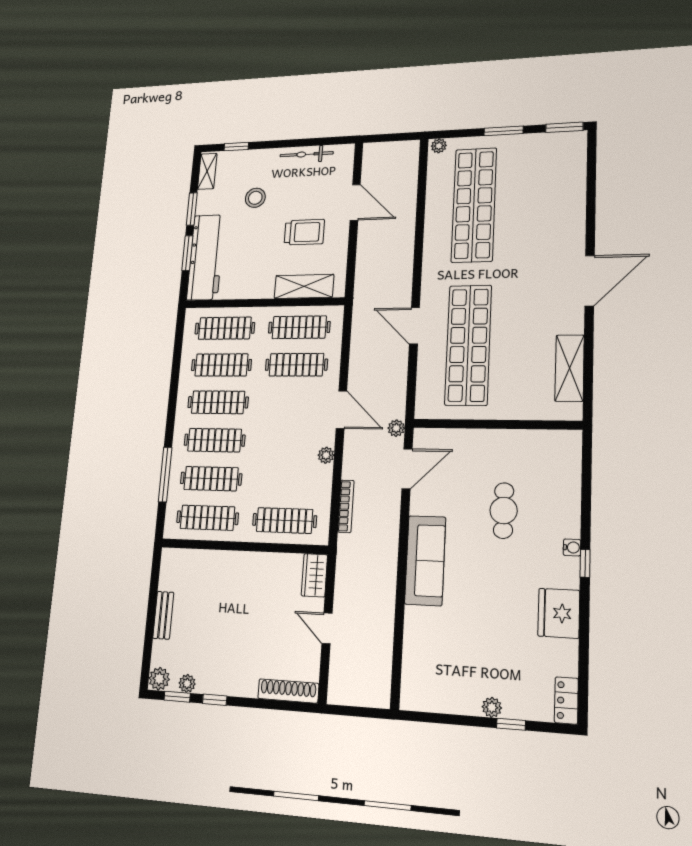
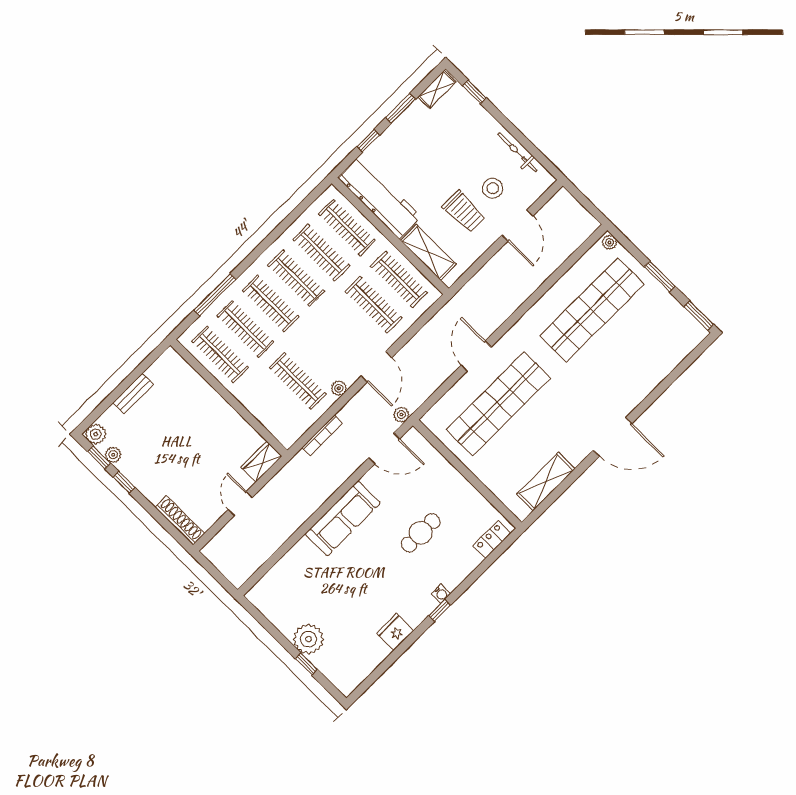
stool: (255, 198) -> (493, 188), moved
window: (187, 253) -> (368, 141), width x0.67
workbench: (206, 257) -> (380, 198), moved, turned -90
clothes rail: (285, 521) -> (298, 381), moved
fridge: (559, 613) -> (395, 632), width x0.73, depth x0.75
locker: (566, 700) -> (492, 540), moved
plant: (492, 707) -> (308, 639), width x1.88, depth x1.88

